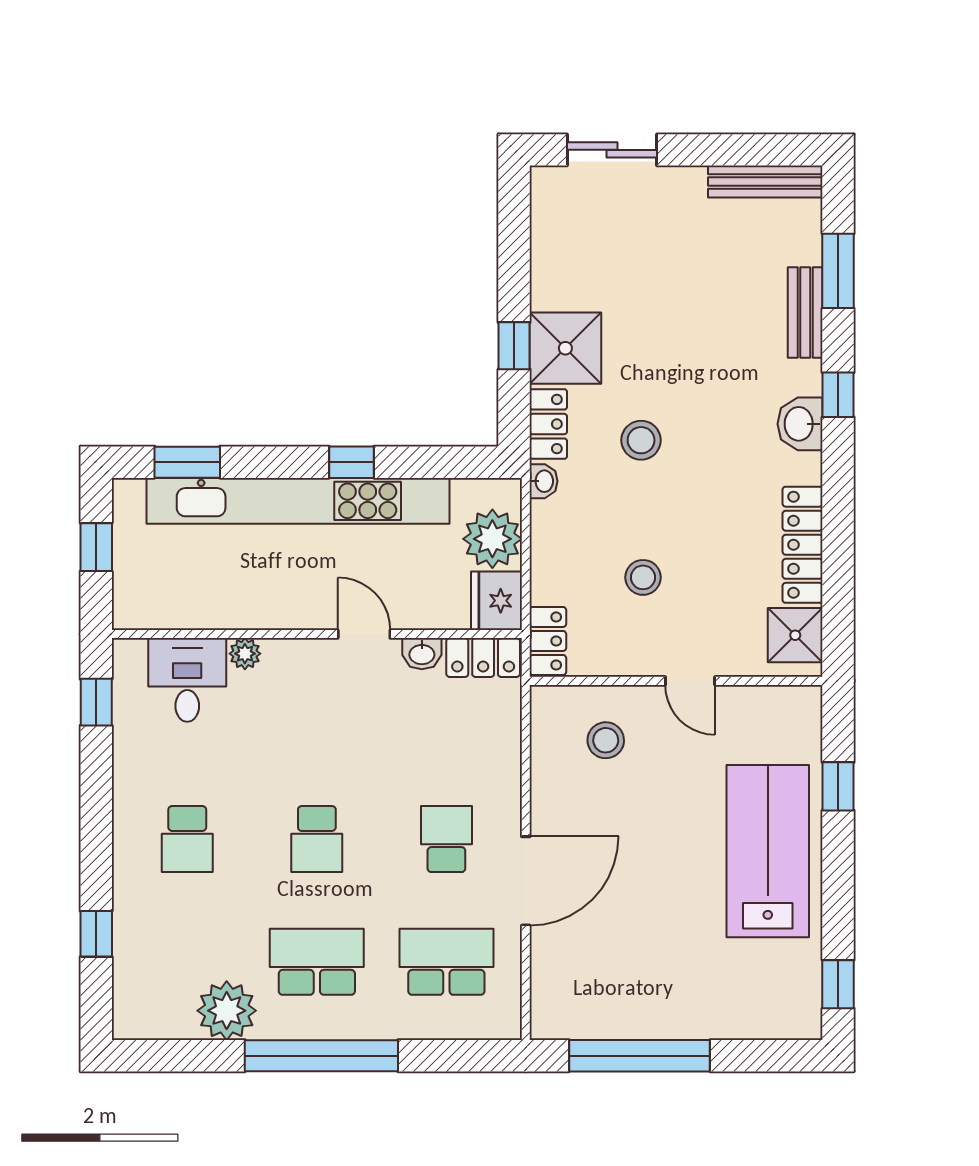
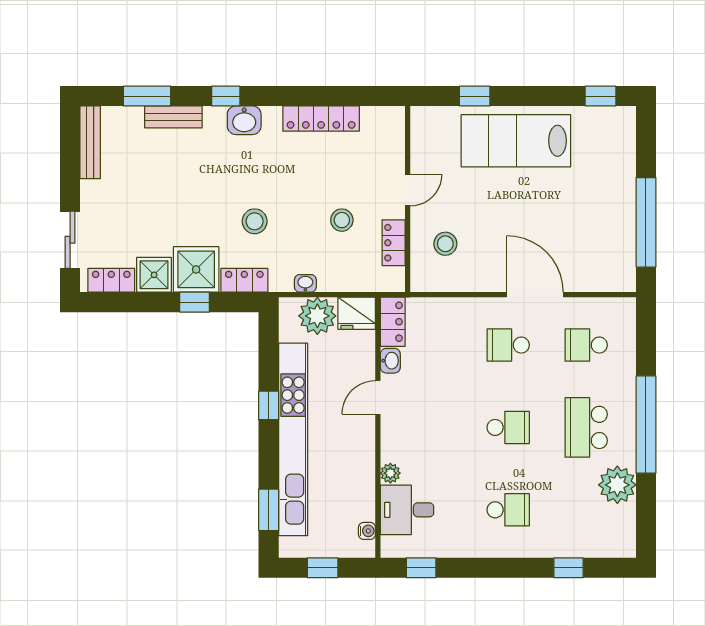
locker: (548, 215) -> (111, 280), added
washbasin: (543, 481) -> (305, 283), moved
water cooler: (154, 617) -> (367, 531), added
shower: (795, 635) -> (154, 275), moved
locker: (548, 641) -> (394, 243), moved, turned -90
school desk: (446, 962) -> (586, 345), width x0.54

